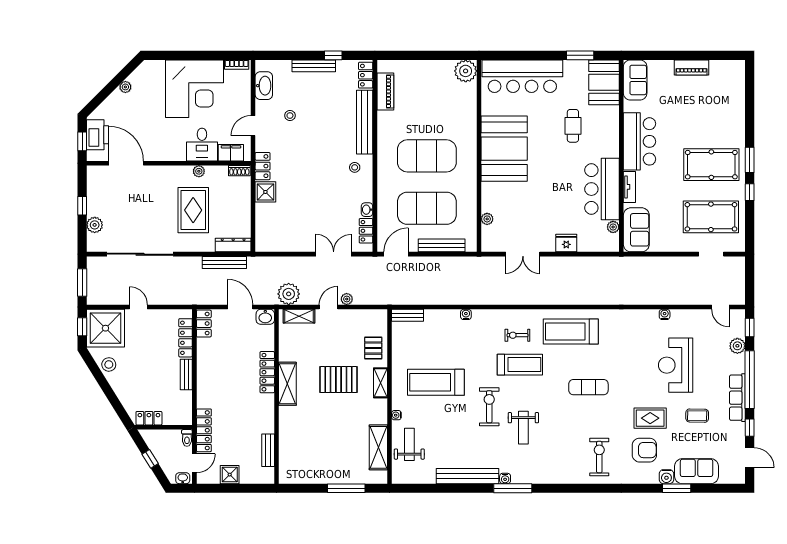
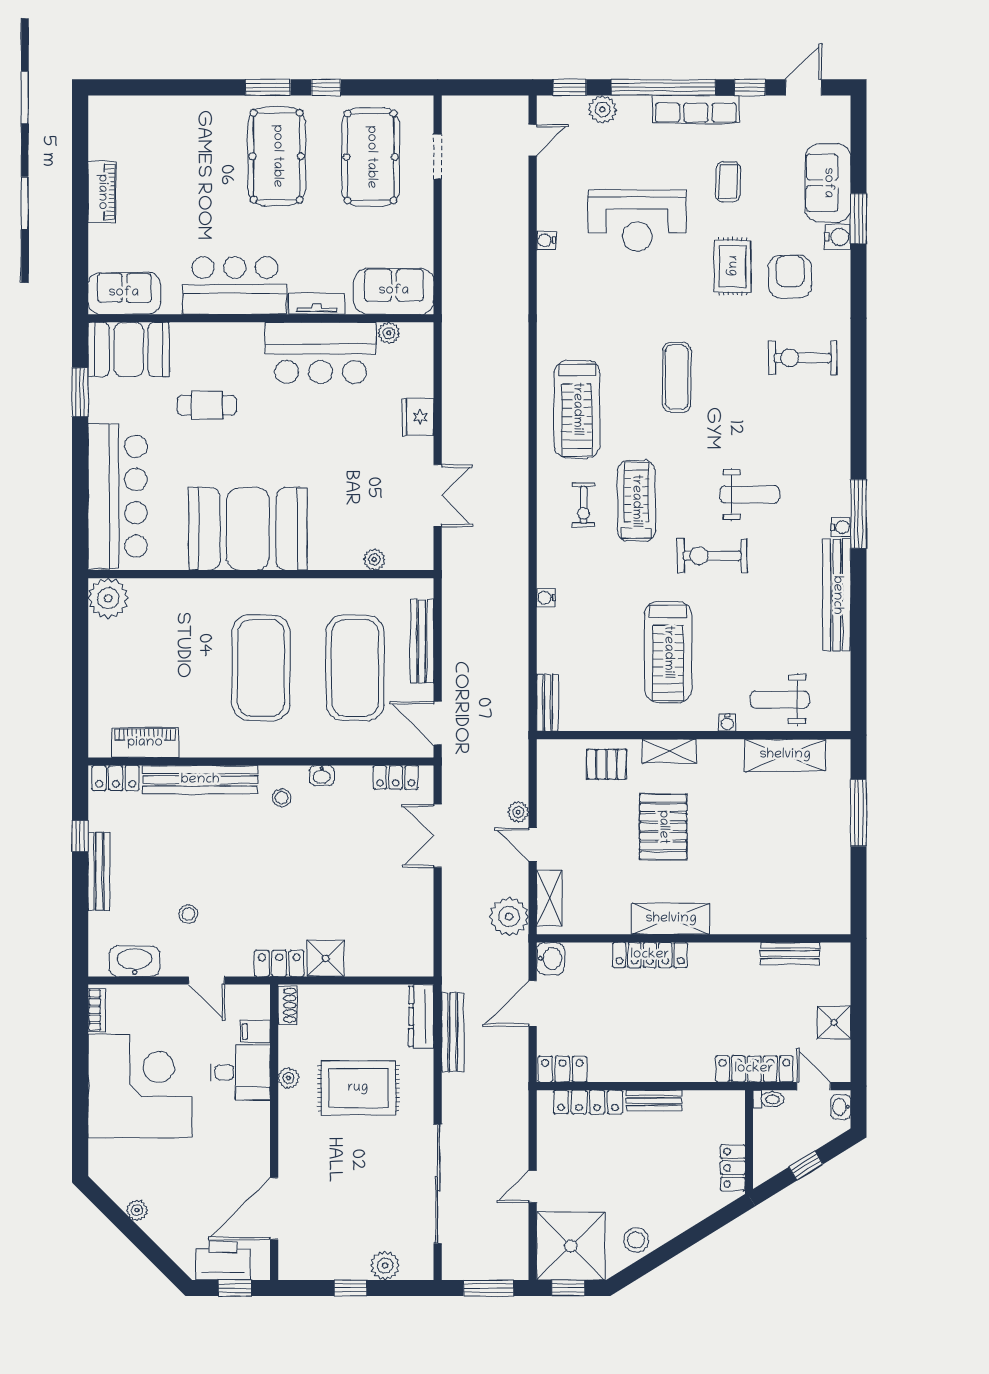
filing cabinet: (231, 153) -> (255, 1032), width x0.50
washbasin: (367, 210) -> (322, 776), moved

